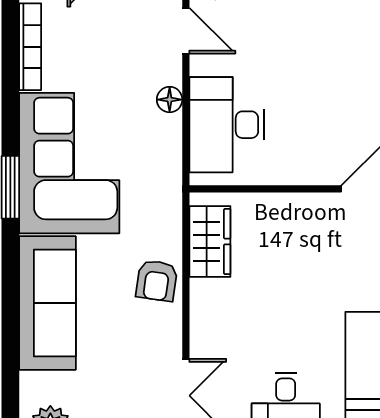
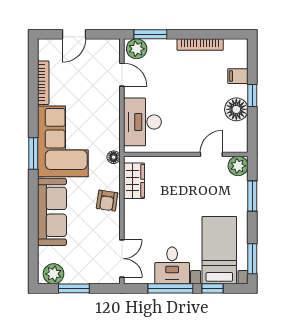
floor lamp: (170, 100) -> (114, 157), moved

